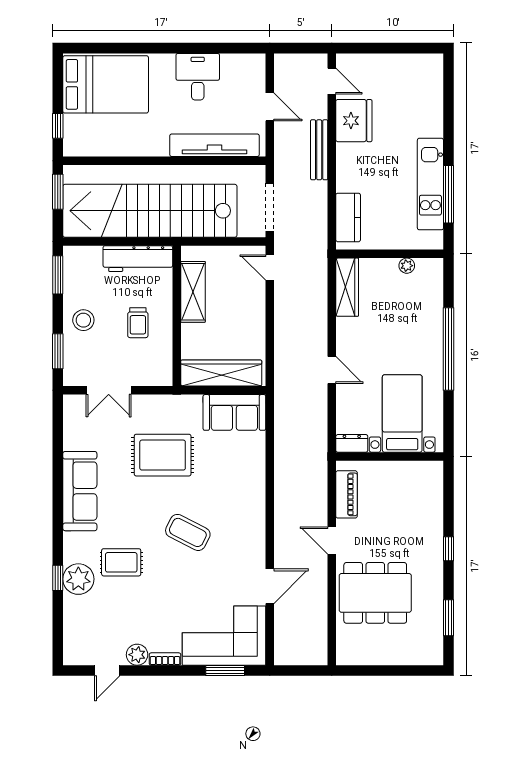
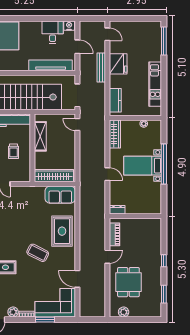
nightstand: (253, 63) -> (69, 26), added
desk: (198, 77) -> (53, 32), moved
fridge: (354, 121) -> (118, 64), moved
window: (449, 194) -> (164, 41), moved
bed with nightstands: (402, 413) -> (143, 166), moved, turned -90
rug: (163, 455) -> (62, 231), moved, turned 90
door: (332, 540) -> (107, 257), swing flipped
door: (270, 586) -> (77, 279), swing flipped
dining table: (375, 593) -> (128, 282), width x0.73
plant: (365, 655) -> (124, 312), added
window: (225, 670) -> (45, 320), moved

